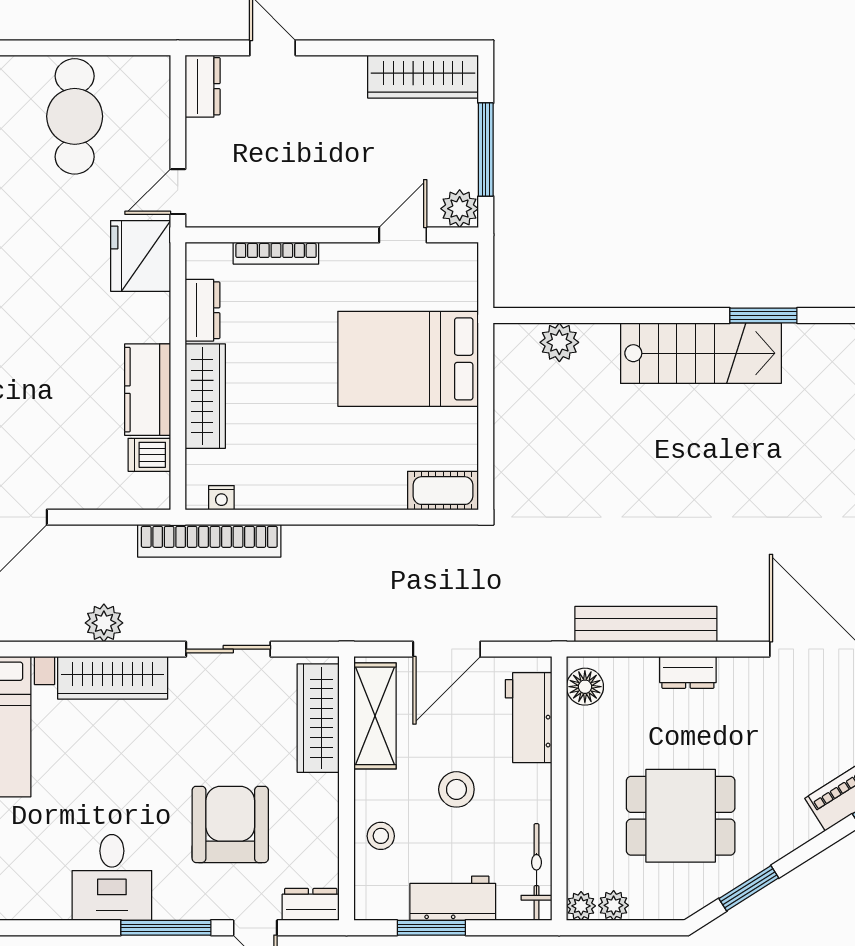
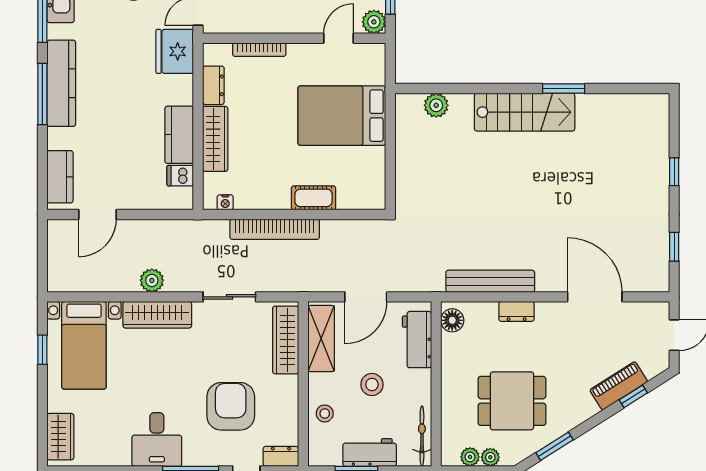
cot: (443, 491) -> (314, 198), moved
bookcase: (209, 541) -> (275, 229), moved
plant: (581, 906) -> (490, 457), moved

